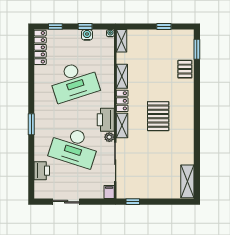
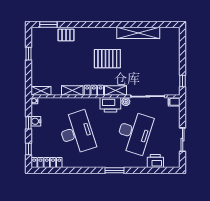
shelving: (187, 181) -> (138, 33), moved, width x1.47

